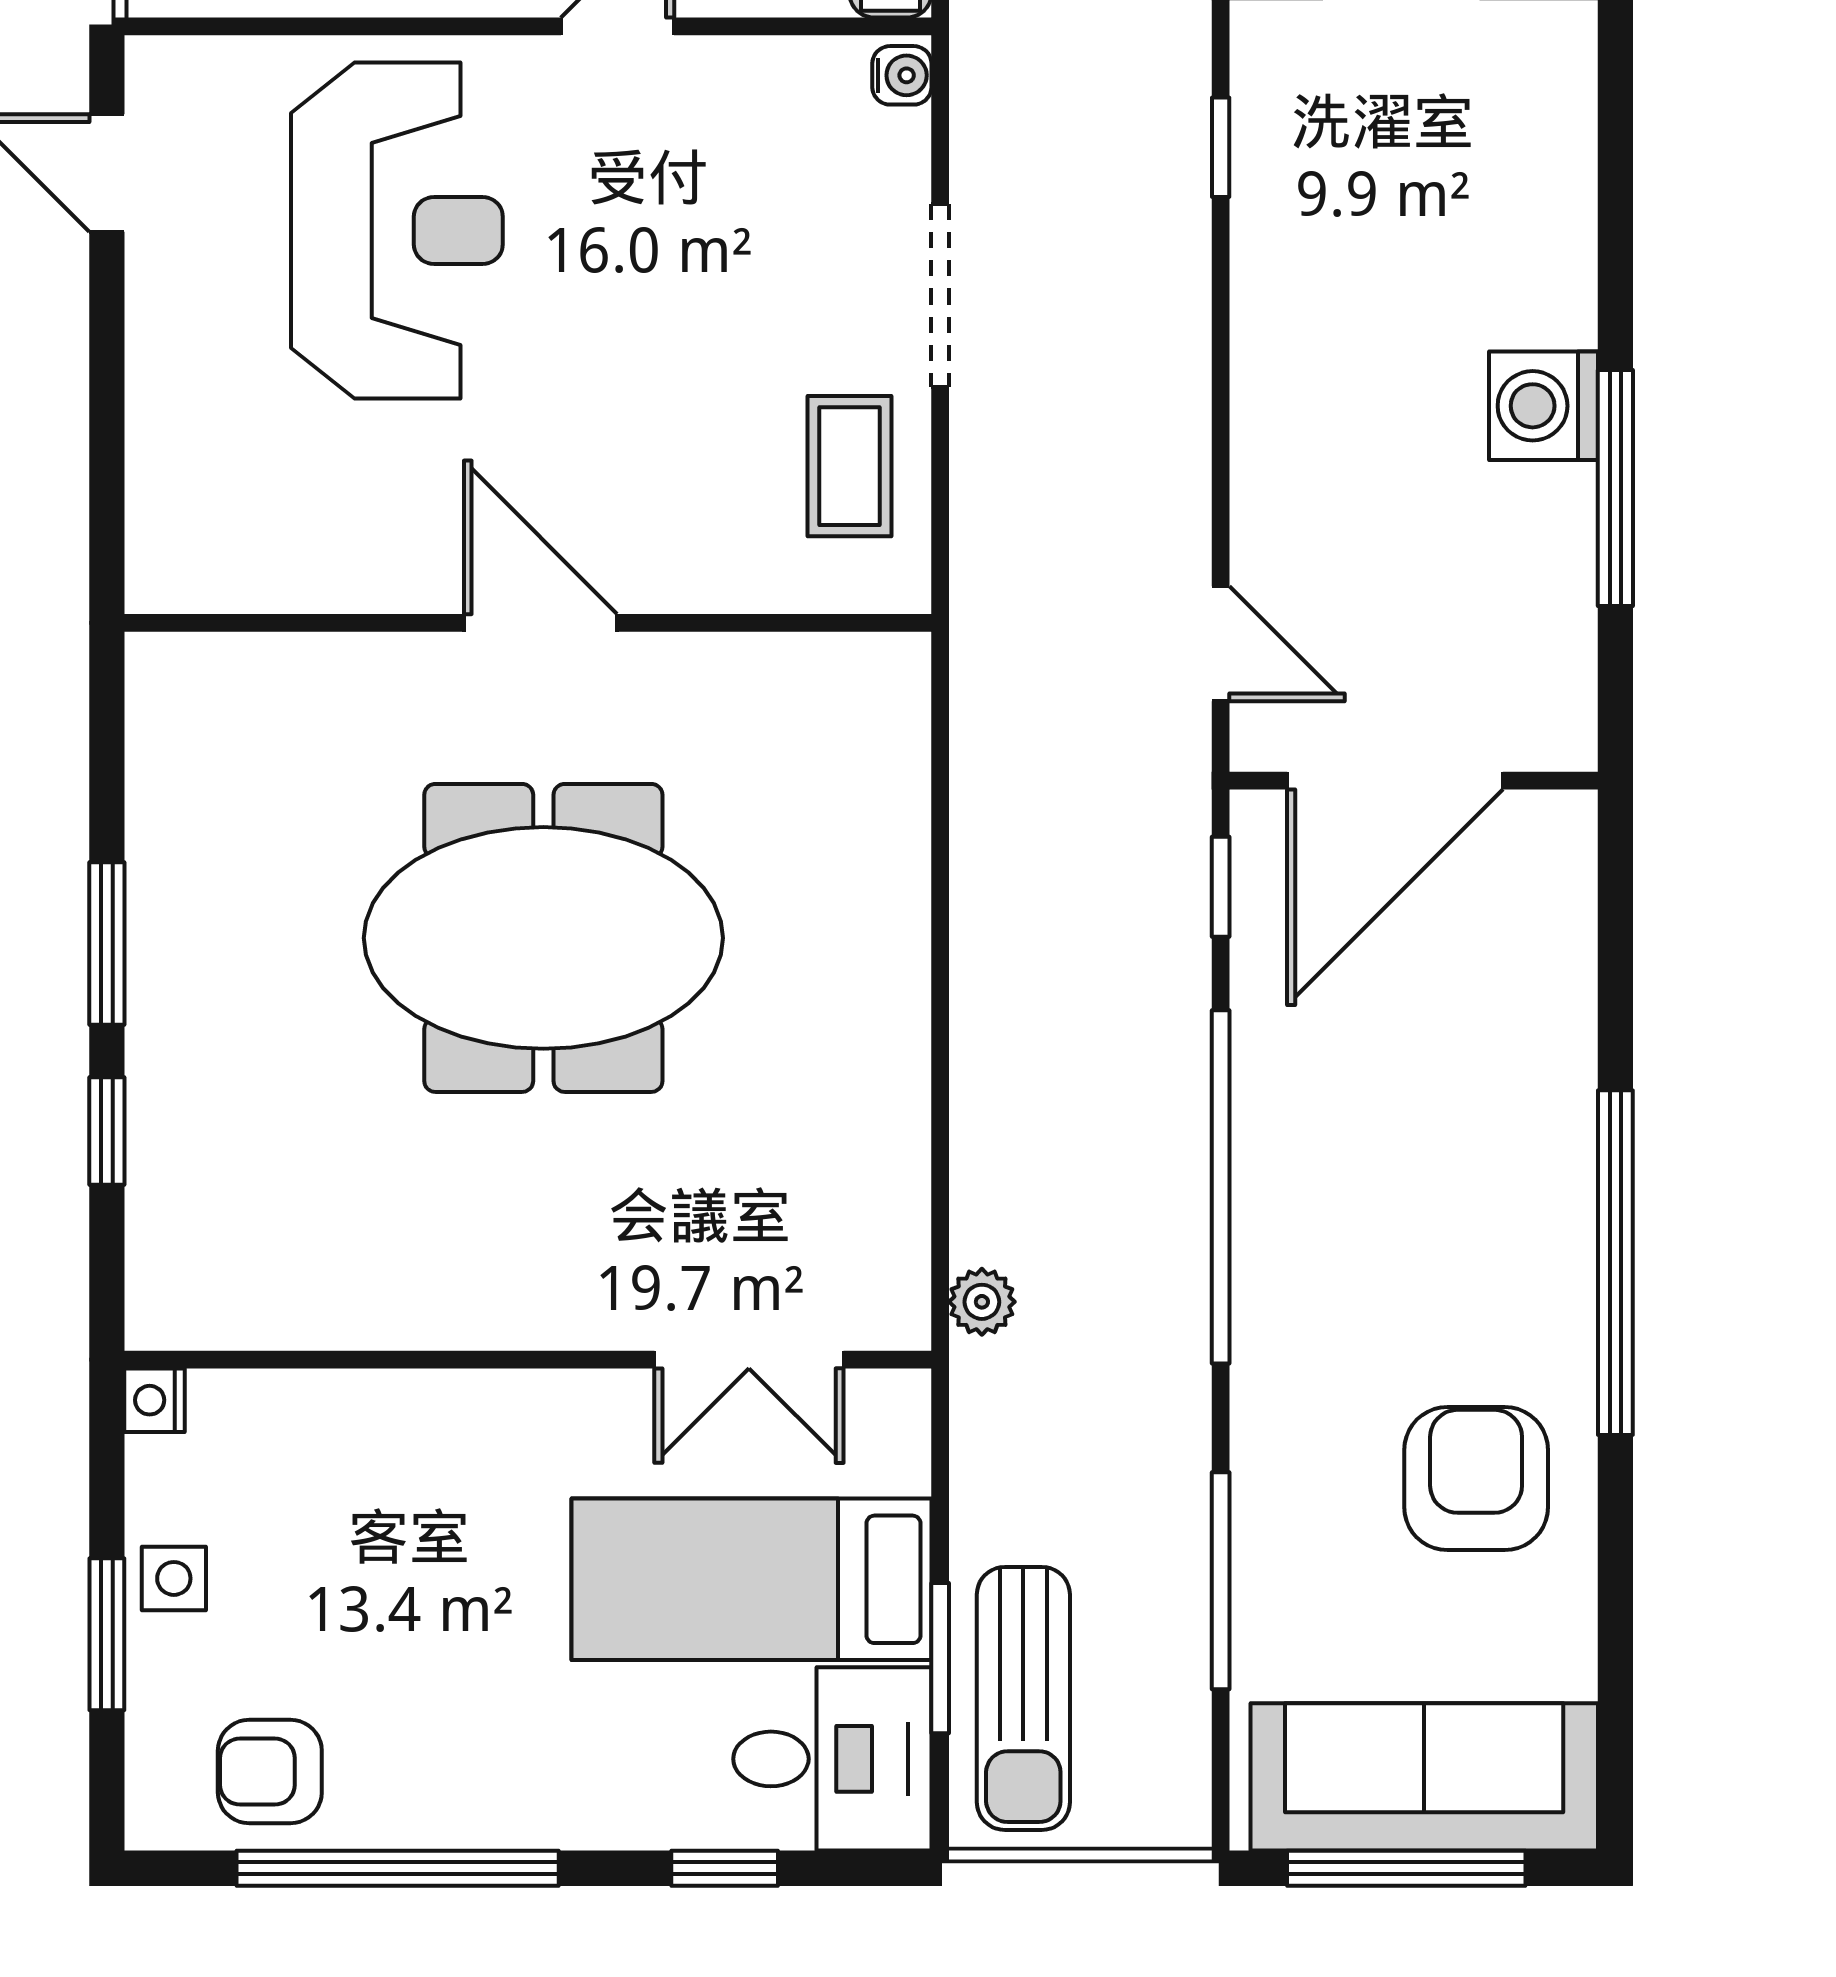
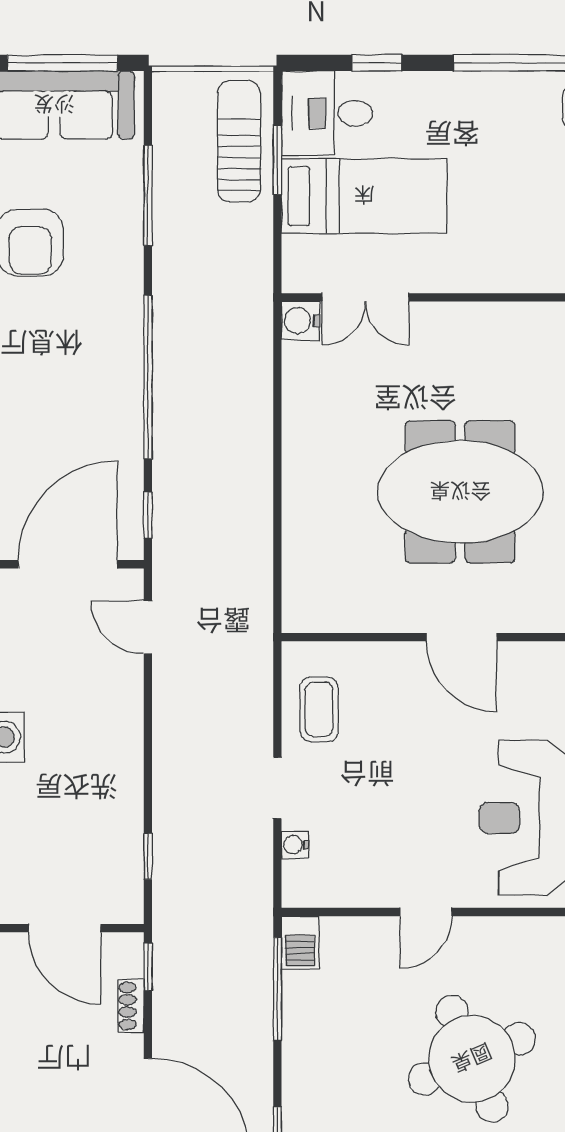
water cooler: (902, 75) -> (295, 845), moved
doorway: (940, 296) -> (277, 788), width x0.73
plant: (982, 1302) -> (258, 324), removed
water cooler: (890, 1309) -> (301, 321), added
double door: (749, 1360) -> (365, 297), swing flipped

